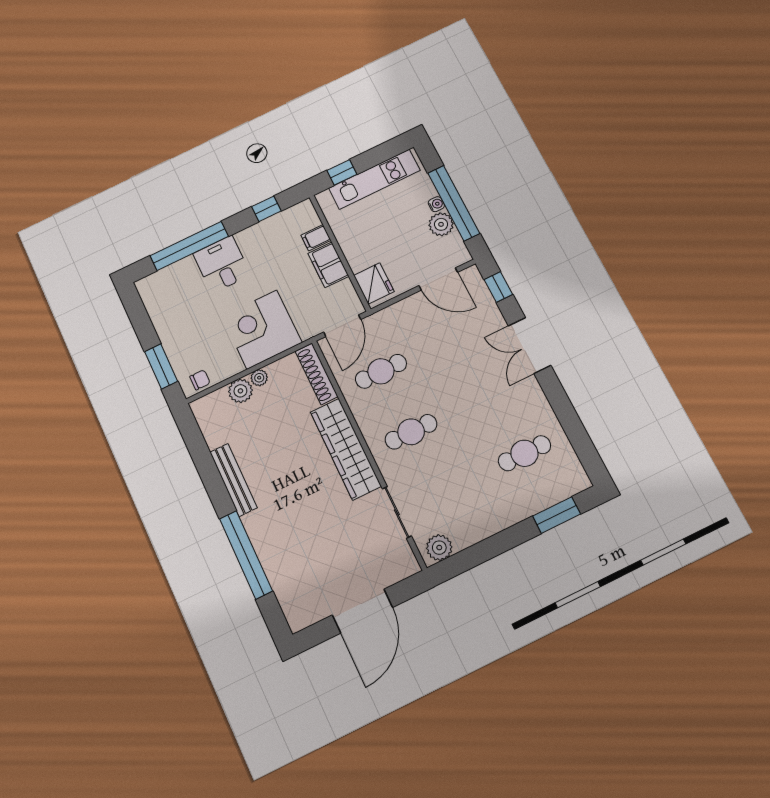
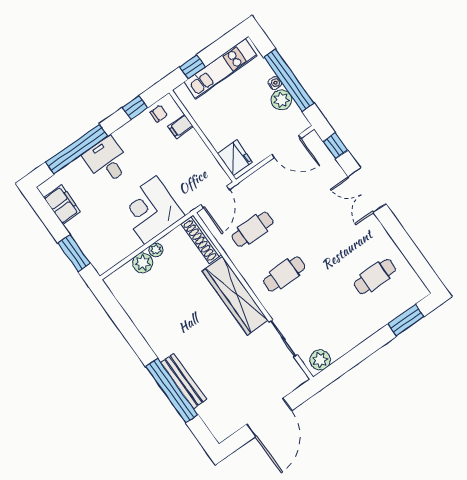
filing cabinet: (328, 265) -> (62, 205), moved, turned 180
chair: (200, 380) -> (159, 114), moved
bench: (233, 480) -> (184, 381), moved

